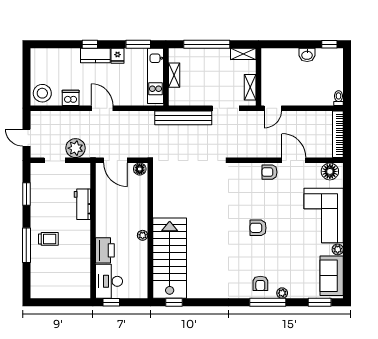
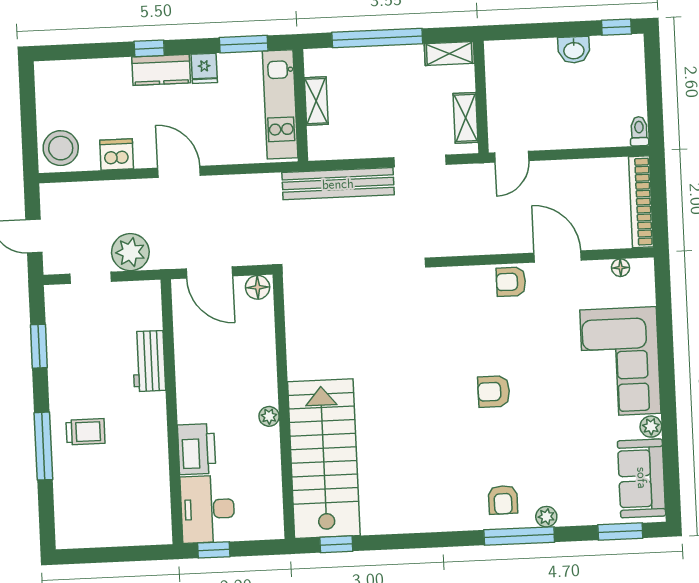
floor lamp: (330, 171) -> (621, 268), width x0.53, depth x0.53

